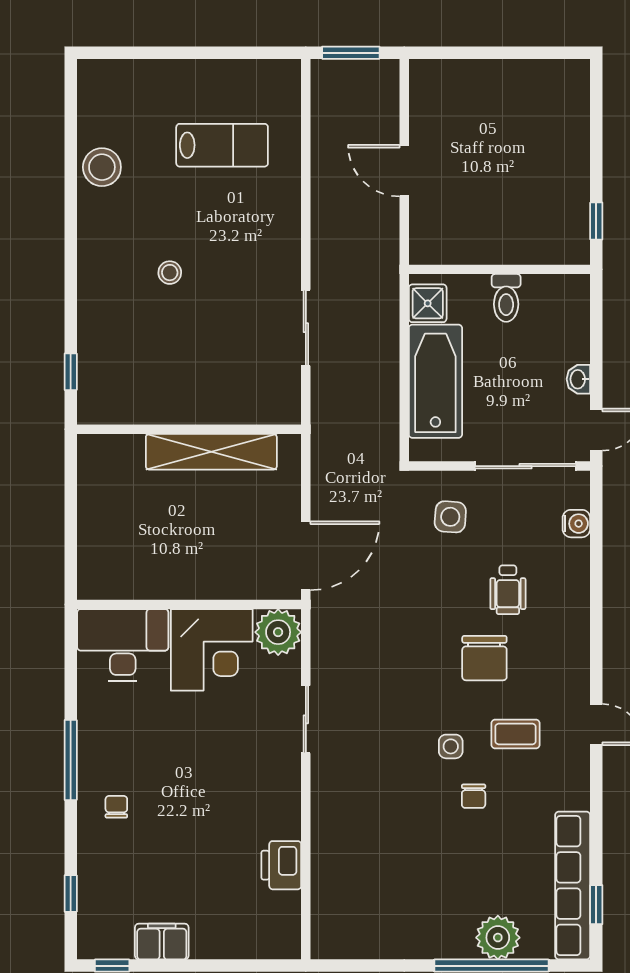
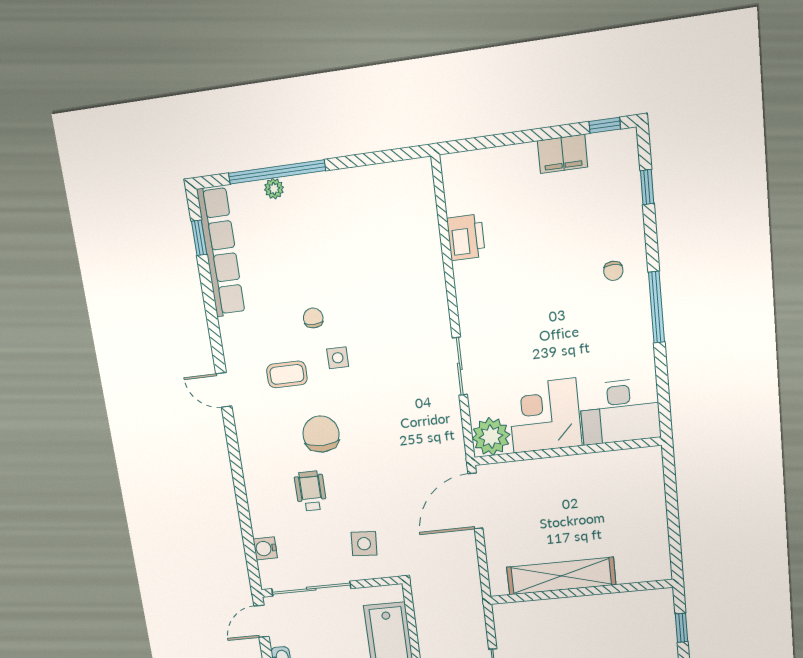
plant: (498, 938) -> (274, 189), width x0.53, depth x0.53

